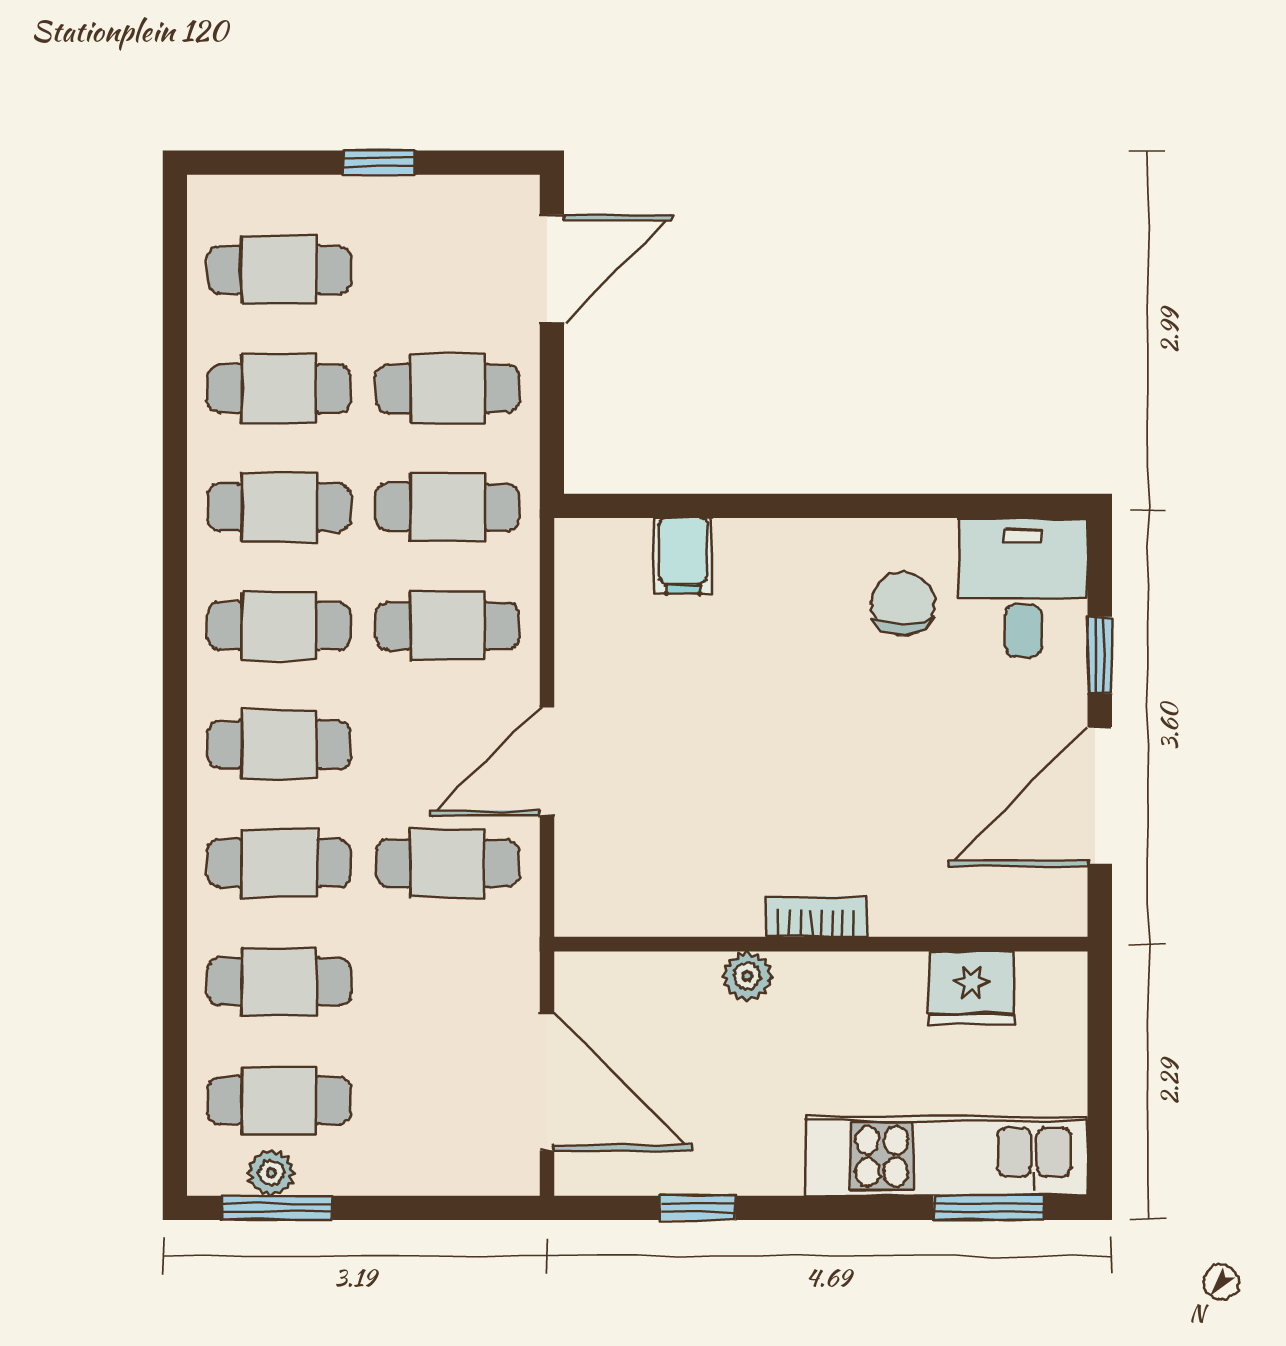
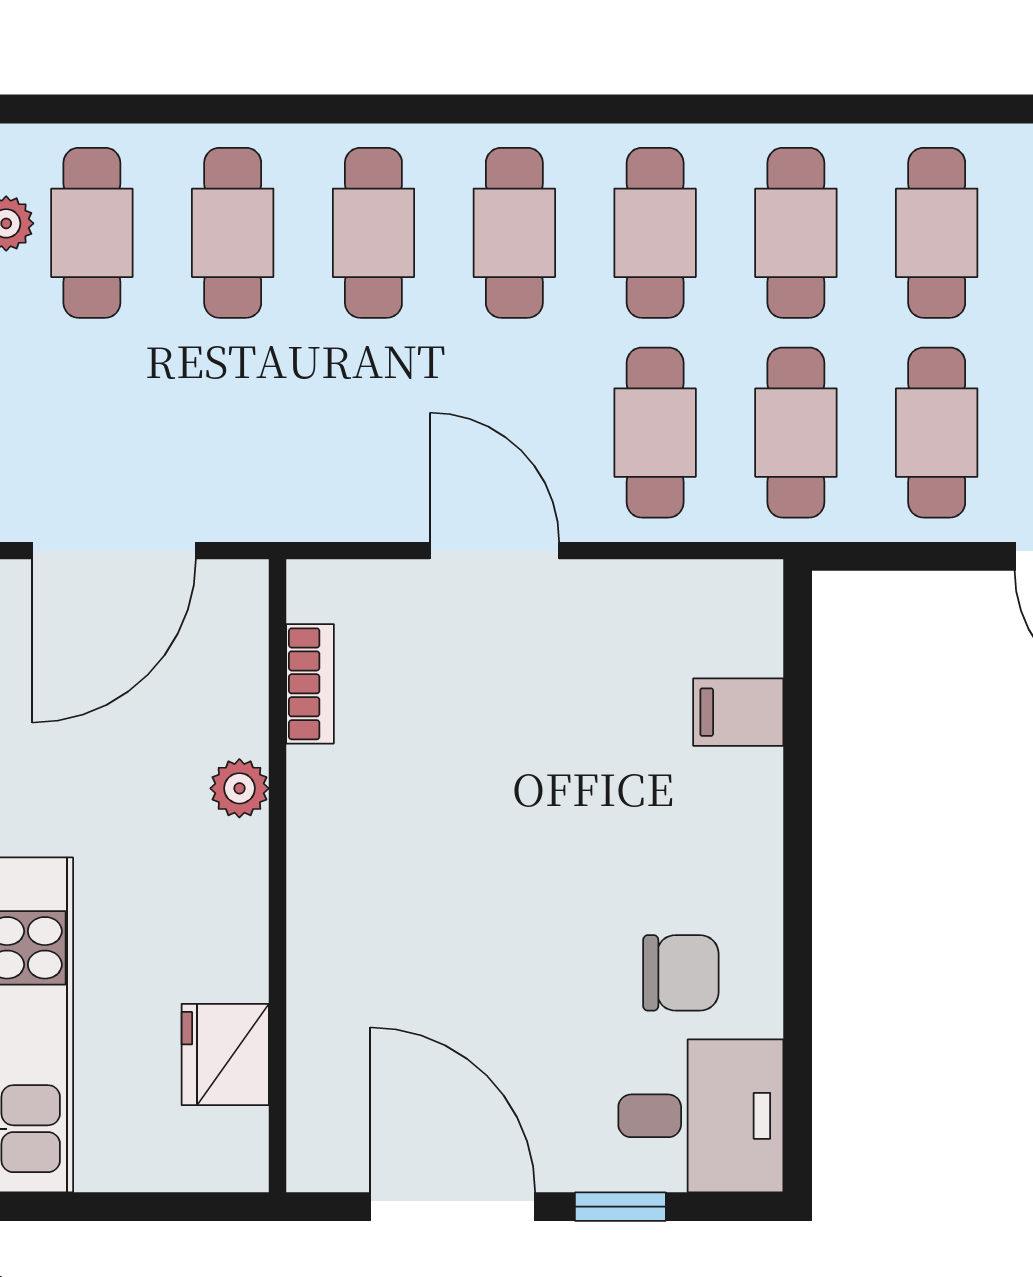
cafe table: (447, 863) -> (373, 433), removed
bookcase: (816, 917) -> (310, 684), moved

